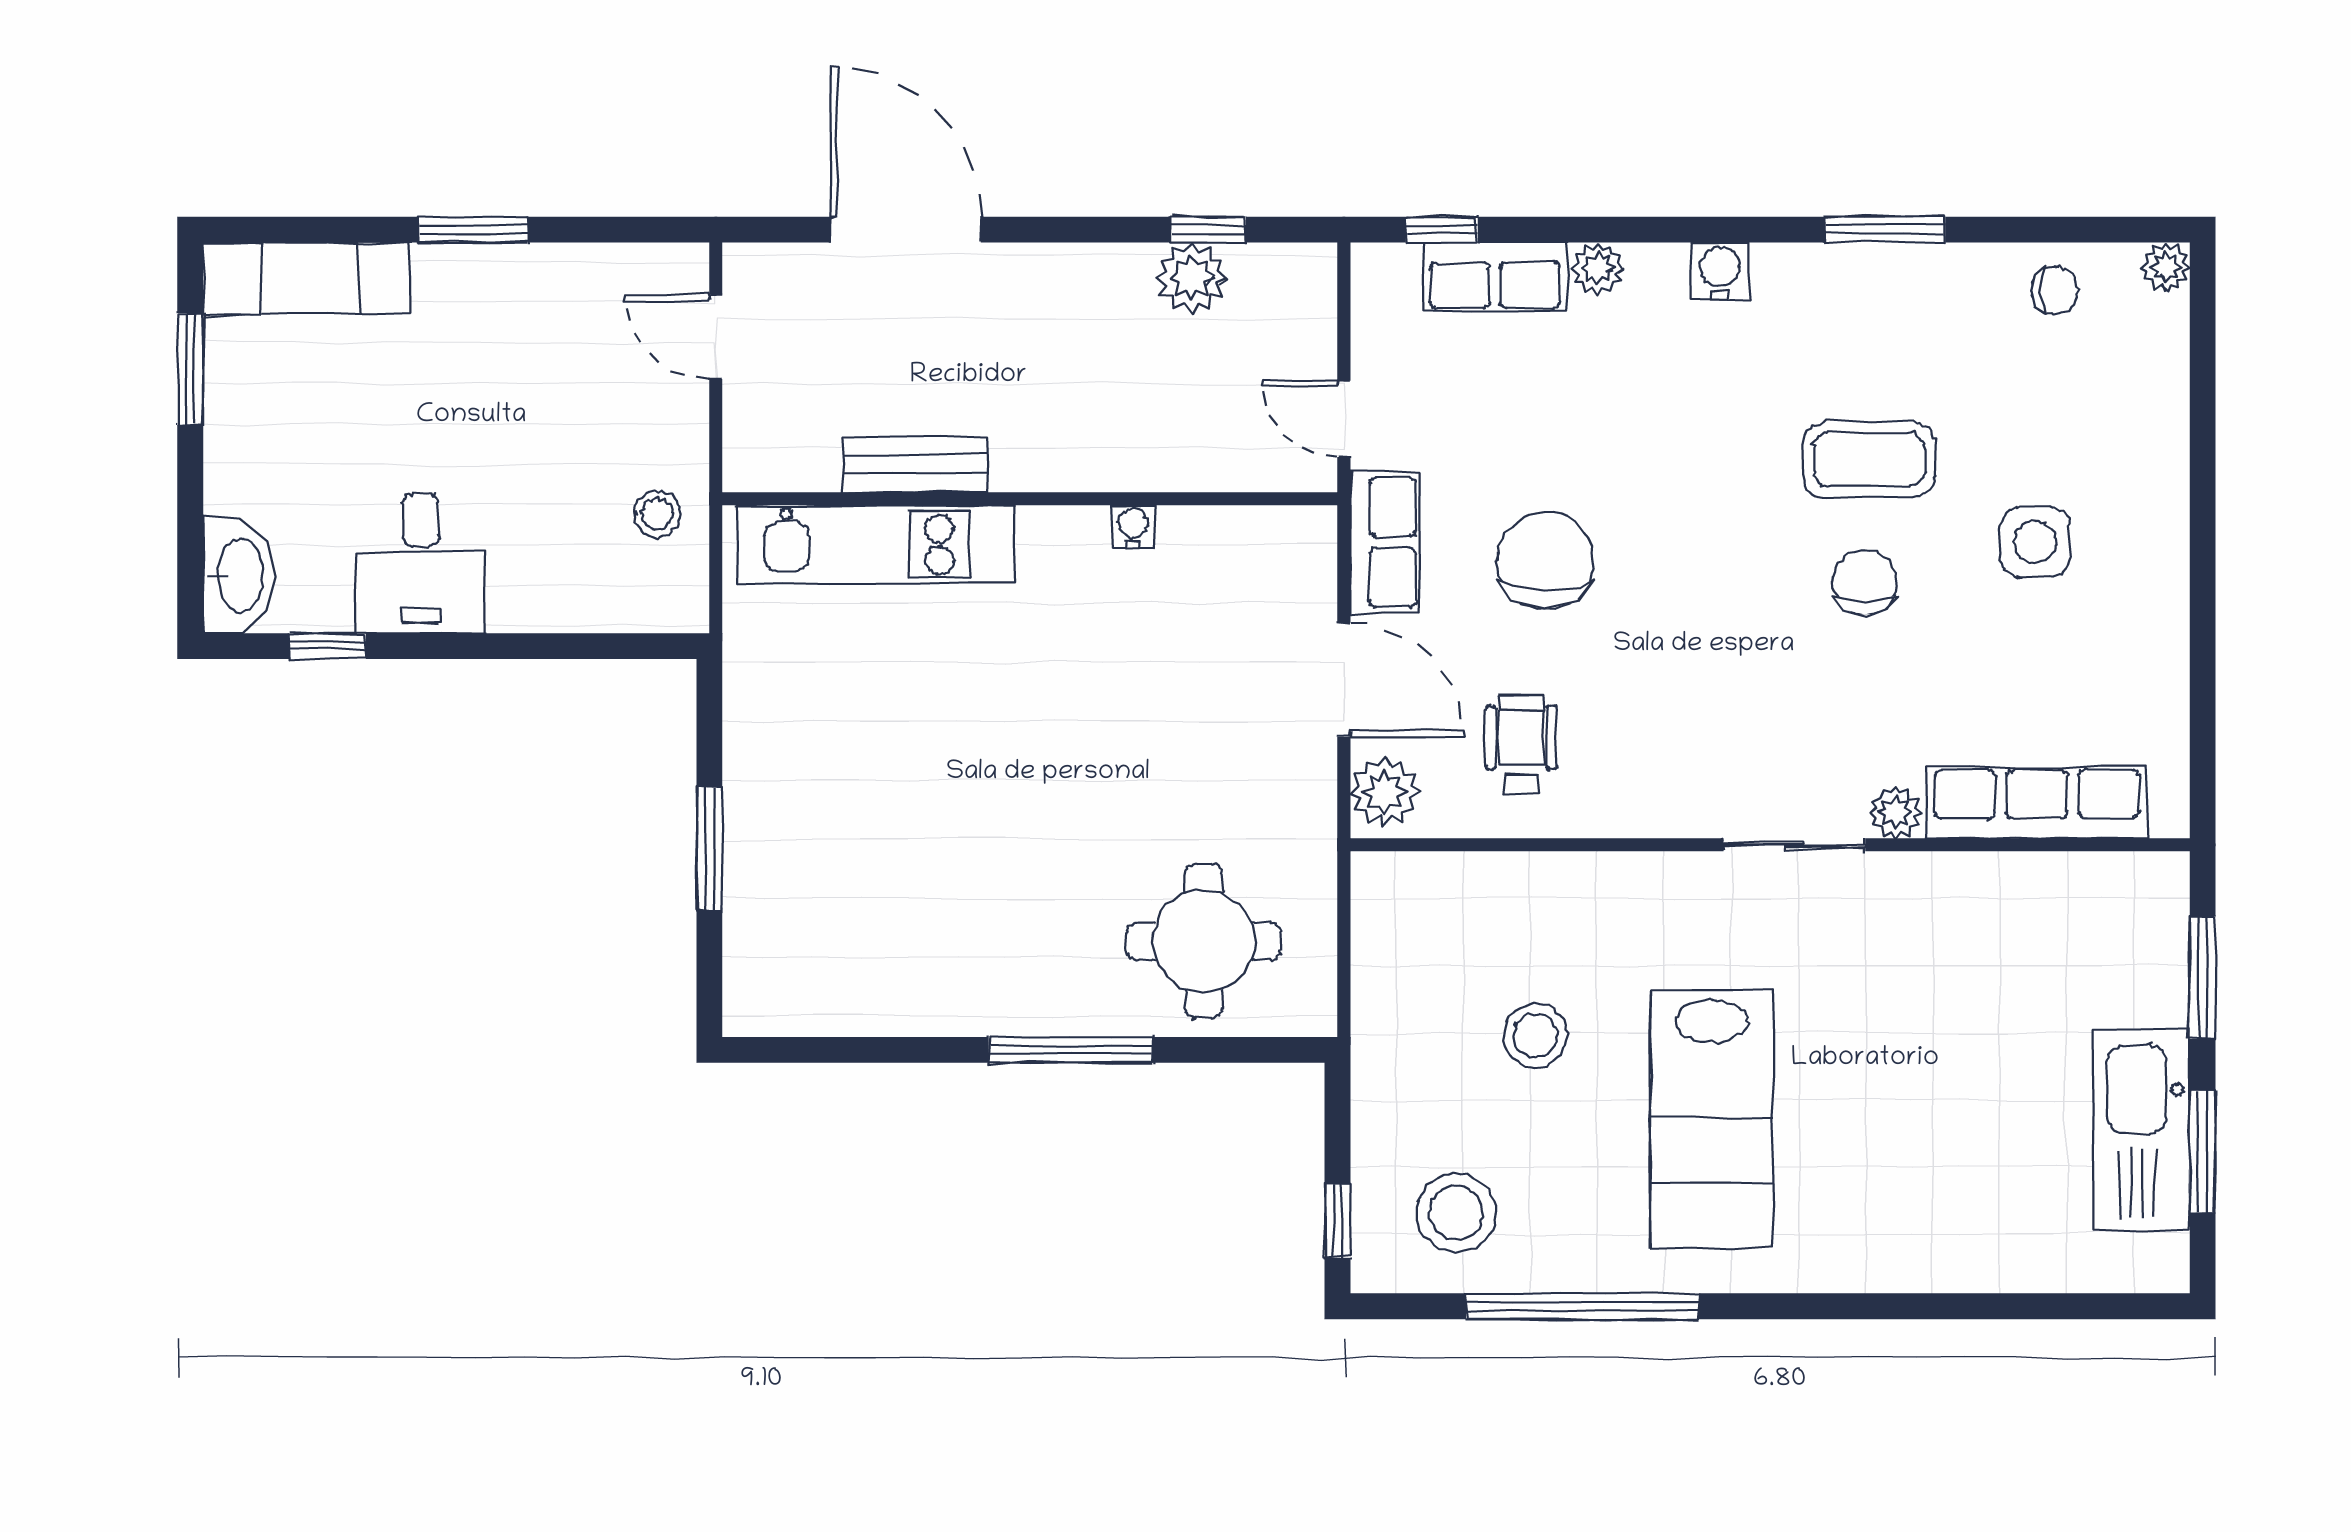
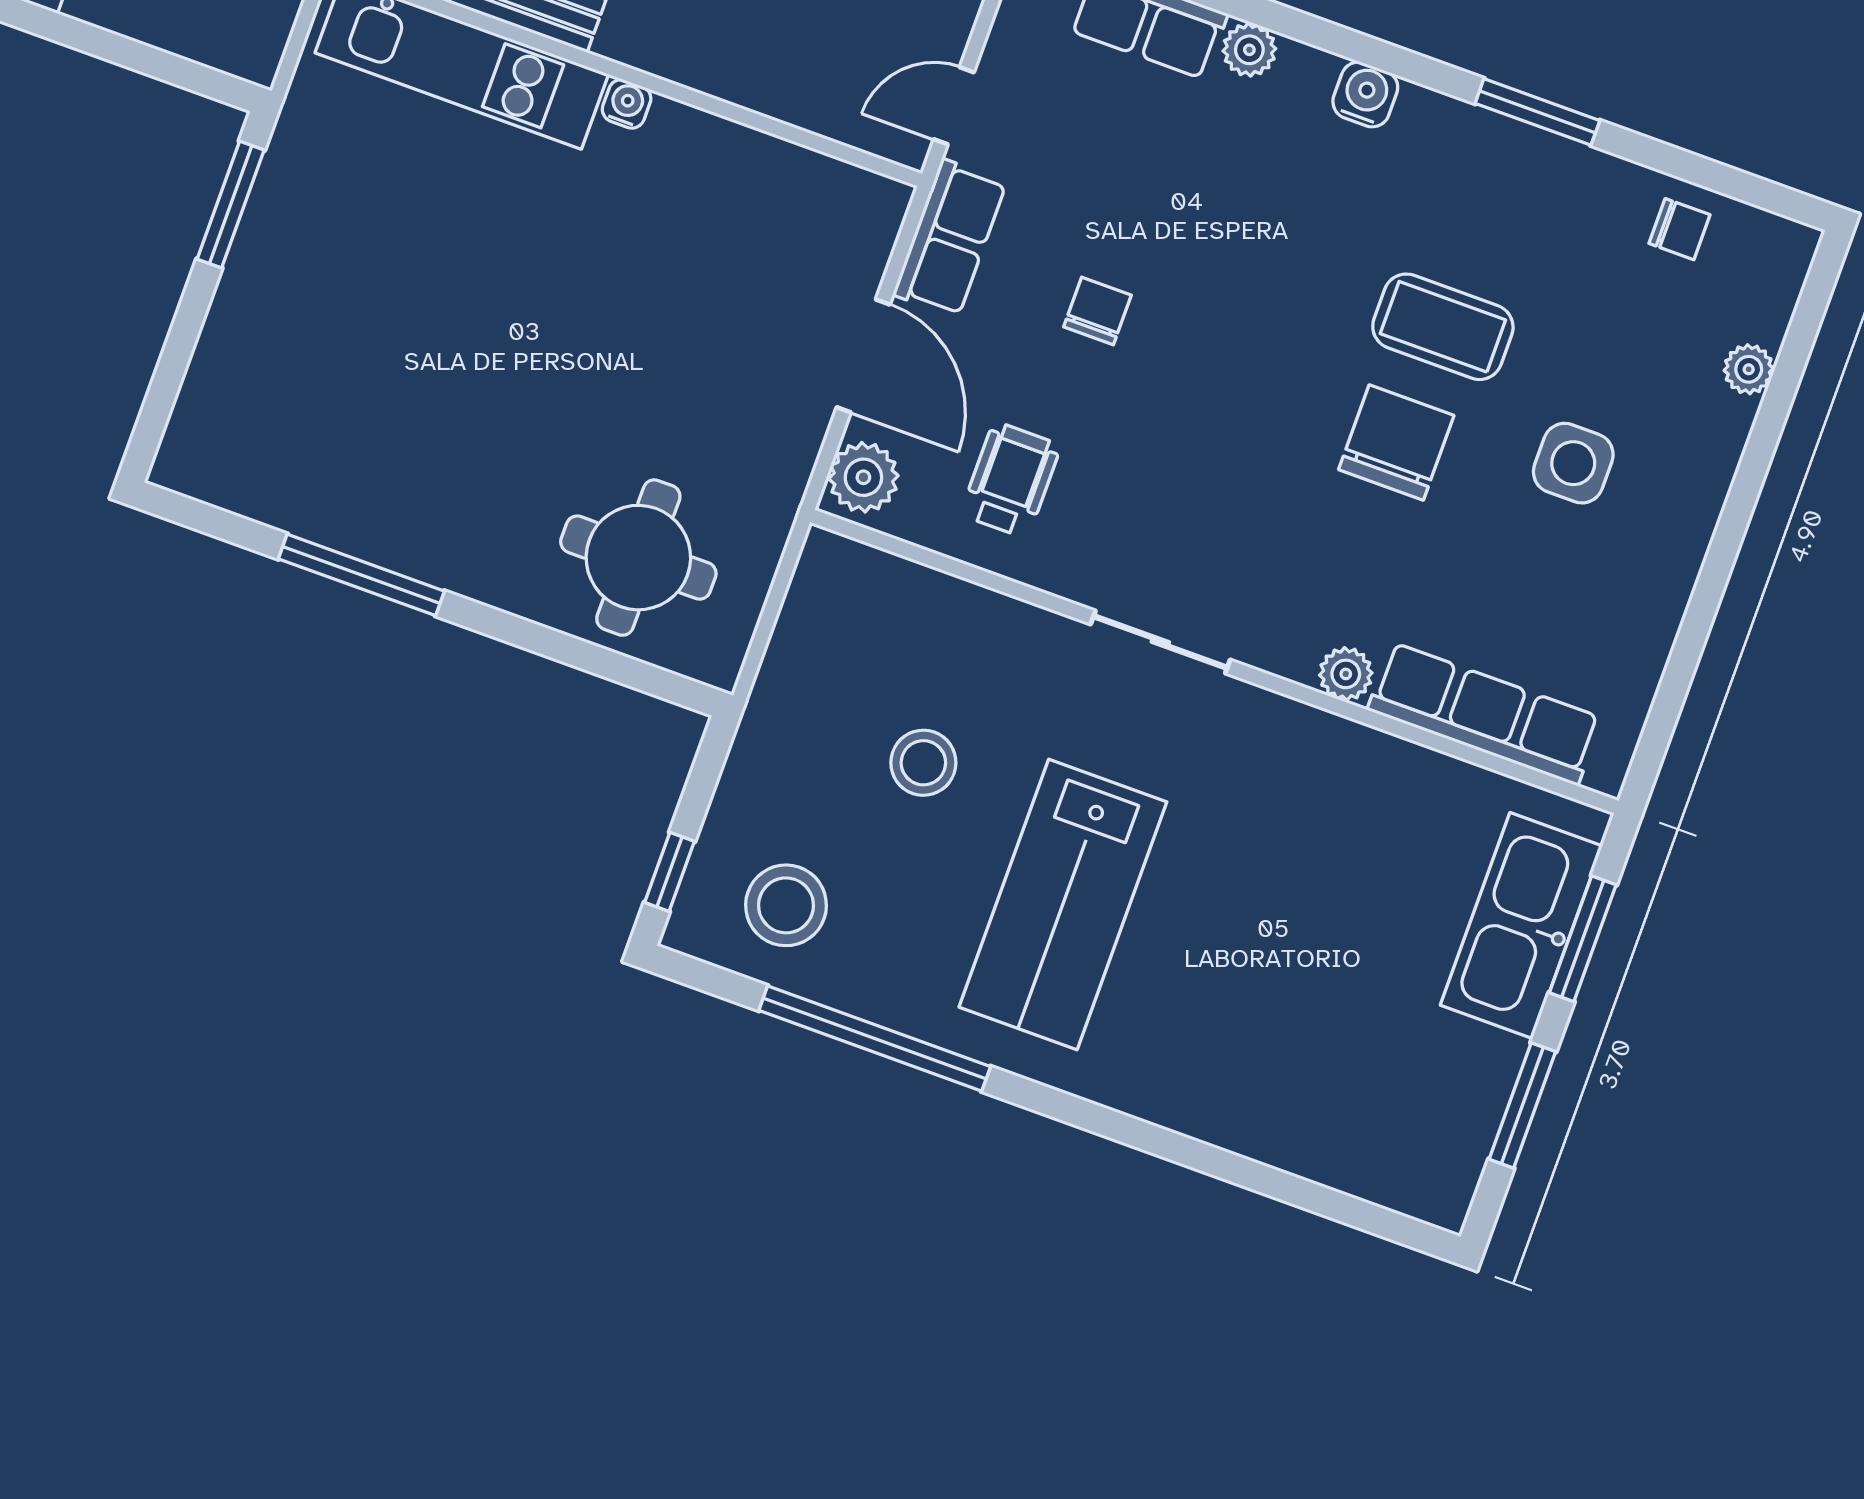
plant: (2166, 267) -> (1749, 369), moved
door: (1344, 419) -> (954, 106), hinge flipped
water cooler: (1133, 527) -> (627, 104), moved
chair: (1545, 560) -> (1097, 311), width x0.54, depth x0.54
chair: (1865, 582) -> (1396, 442), width x1.37, depth x1.37
sliding door: (1794, 845) -> (1160, 642), moved
window: (709, 848) -> (231, 205), moved
window: (1071, 1050) -> (361, 575), moved
kitchen sink: (2142, 1130) -> (1521, 926), moved

